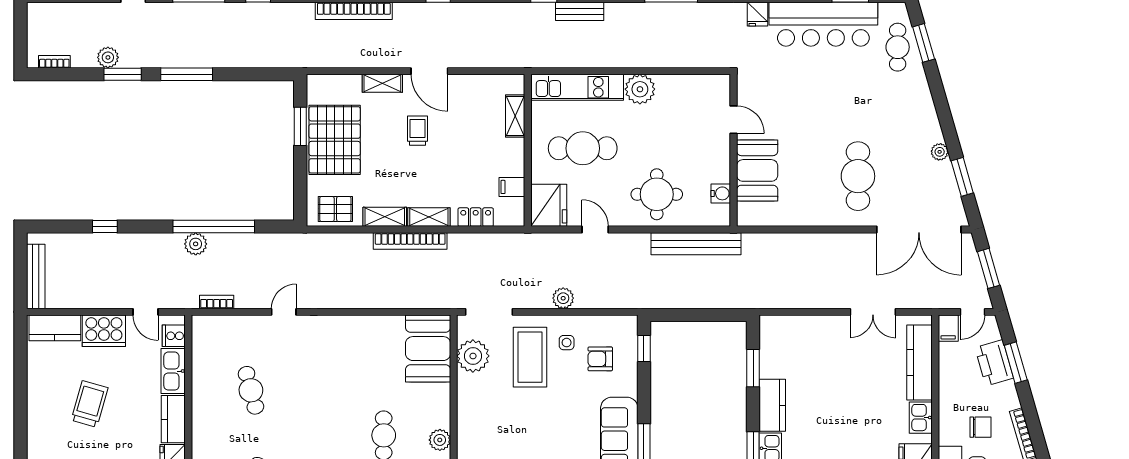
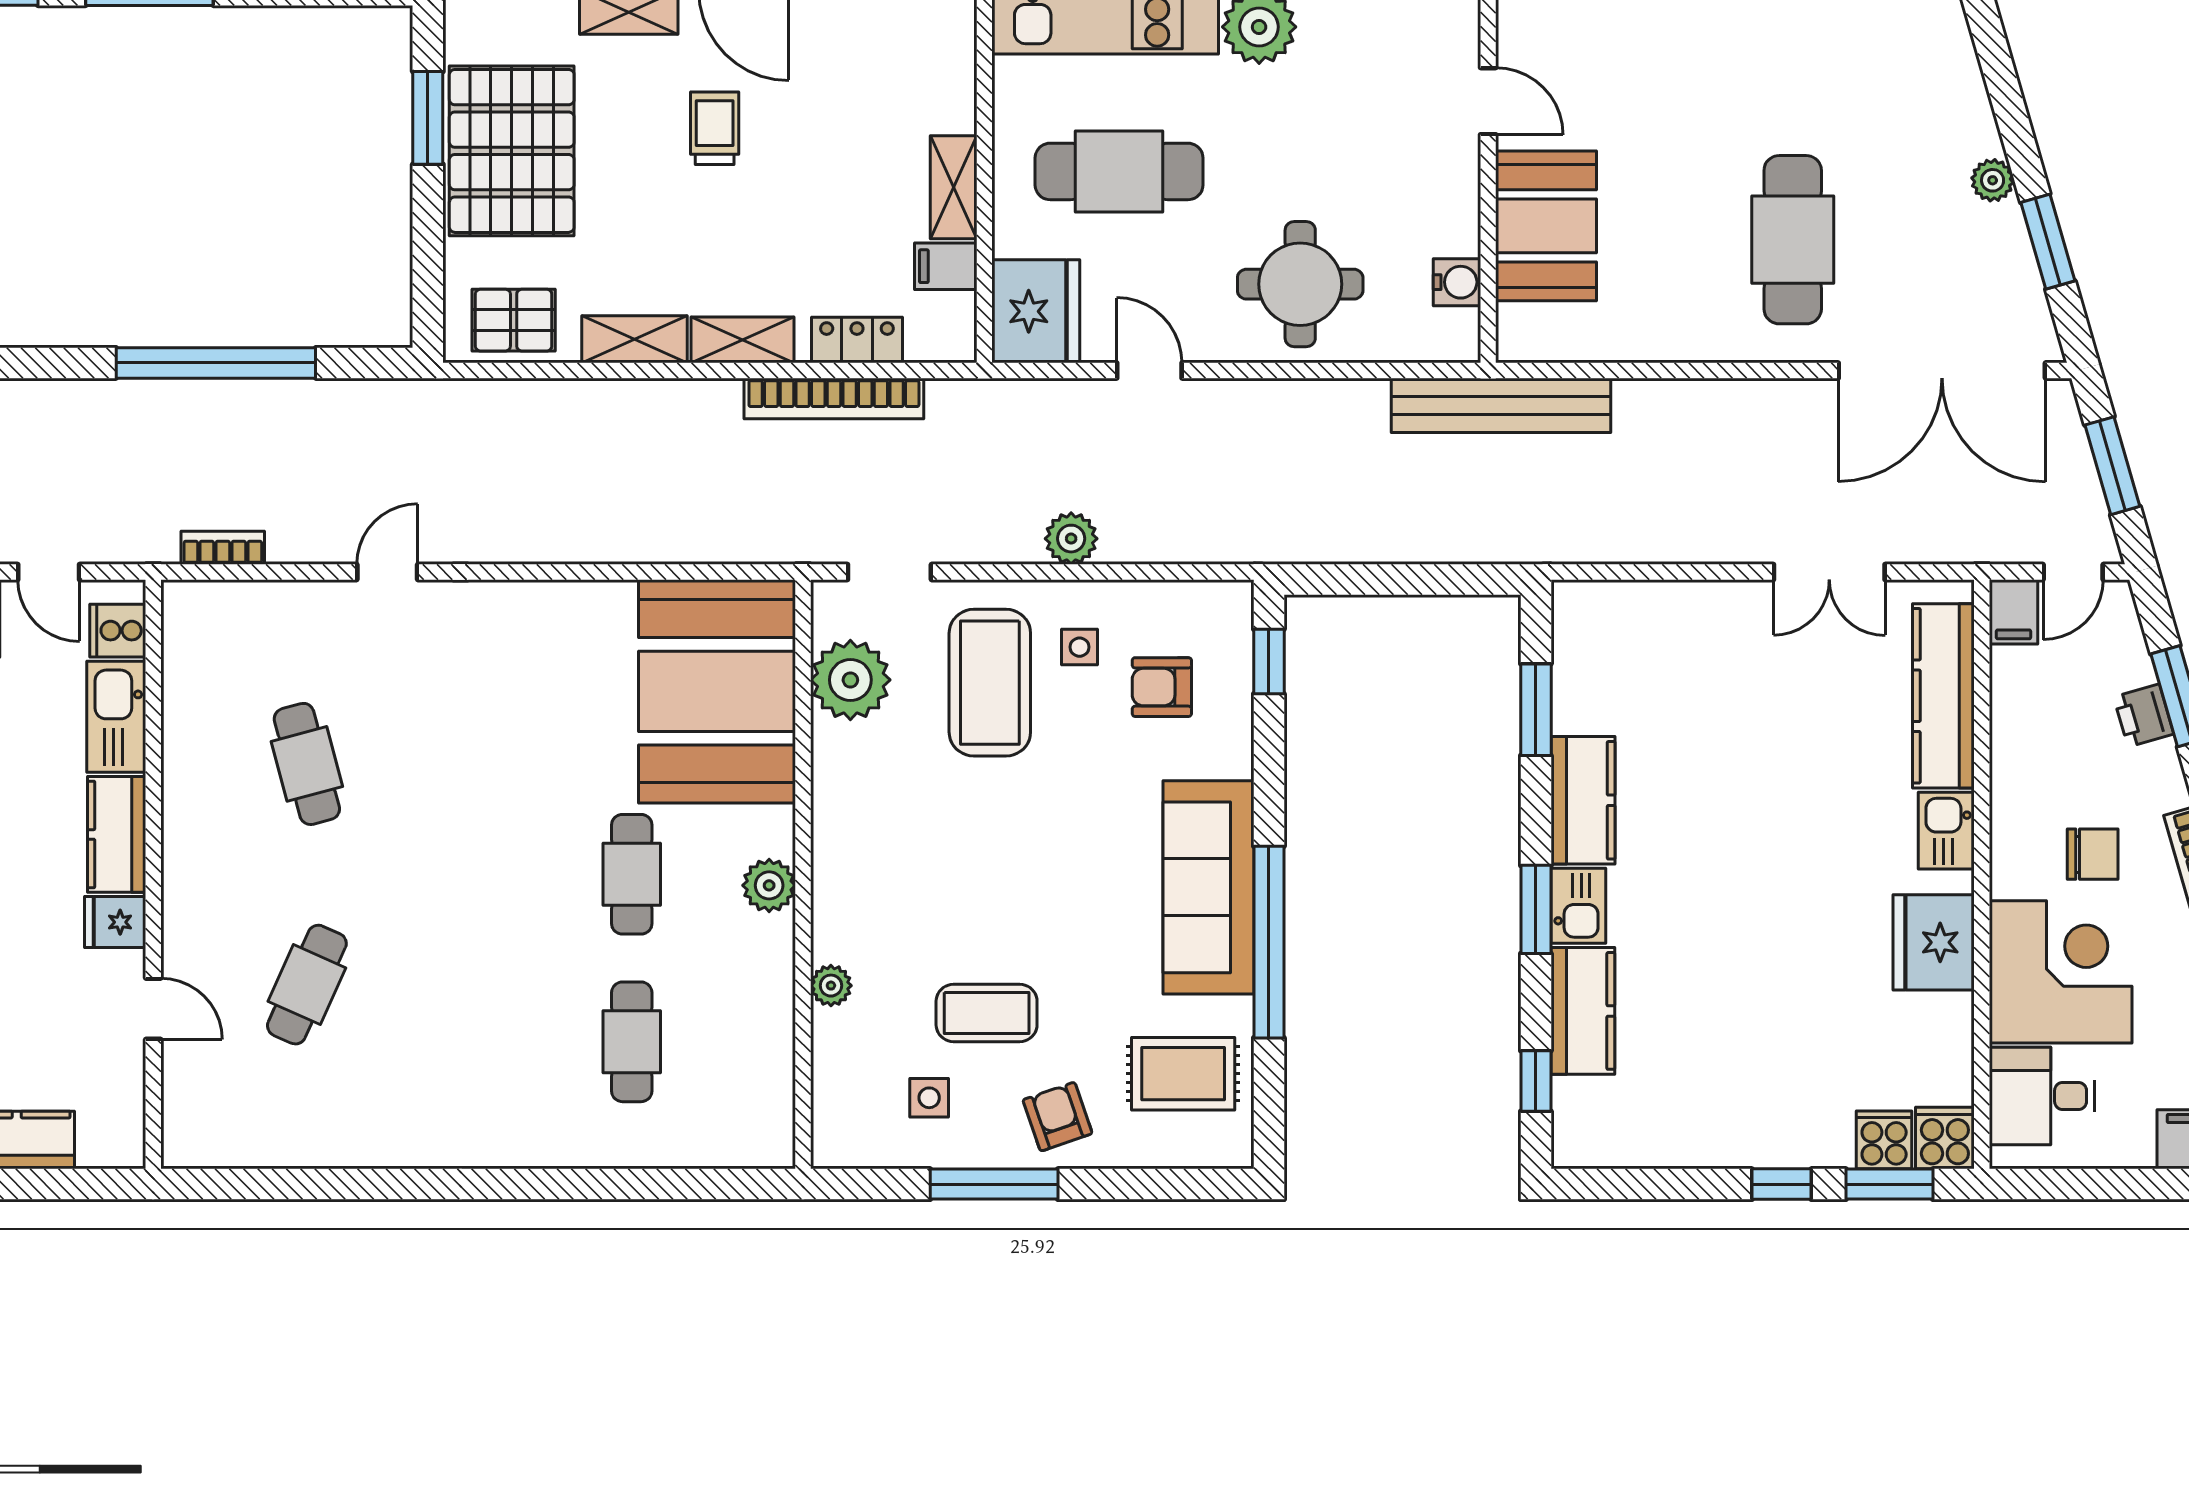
shelving: (515, 116) -> (954, 187), moved
bookcase: (410, 241) -> (834, 398), moved
plant: (196, 244) -> (171, 406), removed
bench: (696, 244) -> (1501, 405), moved
doorway: (489, 312) -> (889, 572), width x0.73
booth: (428, 349) -> (717, 691), width x1.36, depth x1.42
printer: (994, 363) -> (2144, 715), width x0.53, depth x0.68

